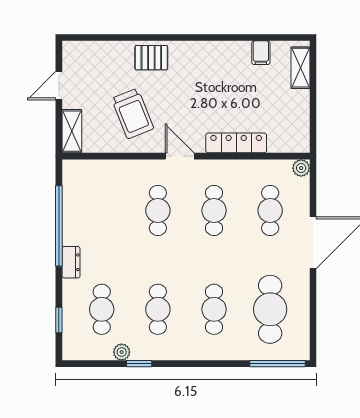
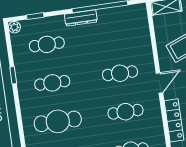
dresser: (71, 262) -> (81, 18), width x1.44
cafe table: (214, 309) -> (58, 121), width x1.37, depth x1.35
plant: (122, 352) -> (14, 27), moved

